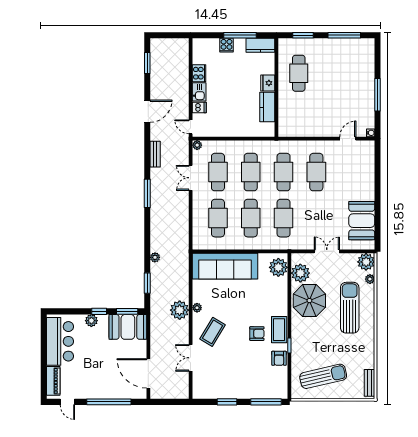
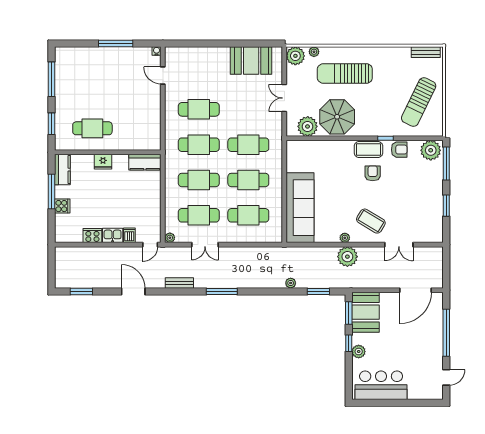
kitchen counter: (267, 107) -> (145, 162), moved
plant: (278, 267) -> (431, 150), moved
sun lounger: (323, 376) -> (419, 102), turned -141
piano: (53, 381) -> (424, 393), removed

